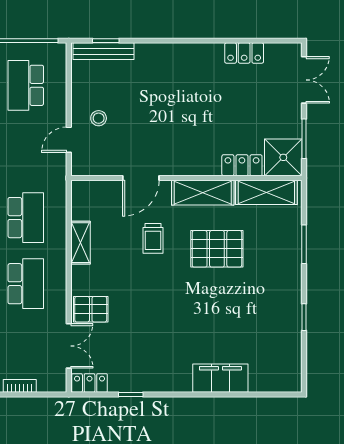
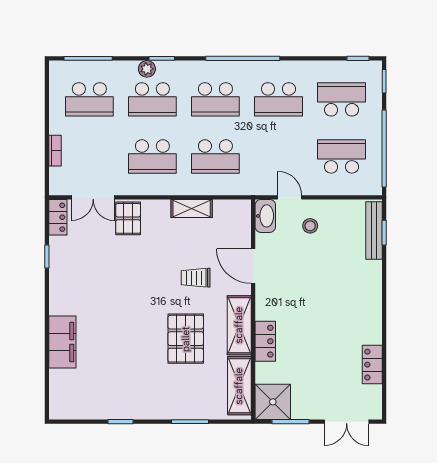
washbasin: (88, 165) -> (265, 216), added
locker: (242, 165) -> (265, 341), moved

